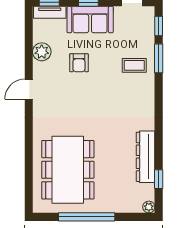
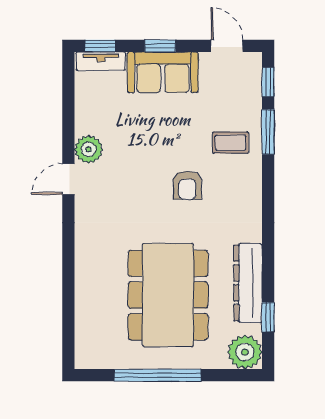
plant: (42, 52) -> (89, 149), moved
armchair: (79, 63) -> (187, 185), moved
dining table: (68, 170) -> (168, 295), moved
plant: (149, 207) -> (245, 352), width x1.88, depth x1.88

